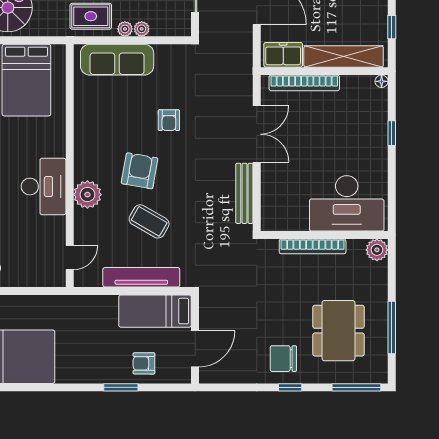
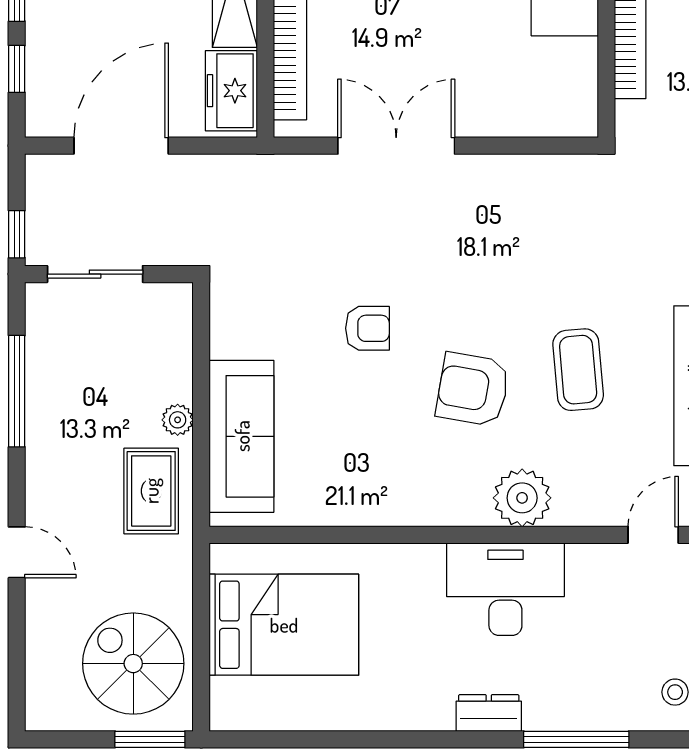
plant: (142, 29) -> (177, 385), removed
bench: (244, 193) -> (520, 171), removed
coffee table: (149, 221) -> (578, 370), turned -35
door: (70, 258) -> (653, 535), hinge flipped

